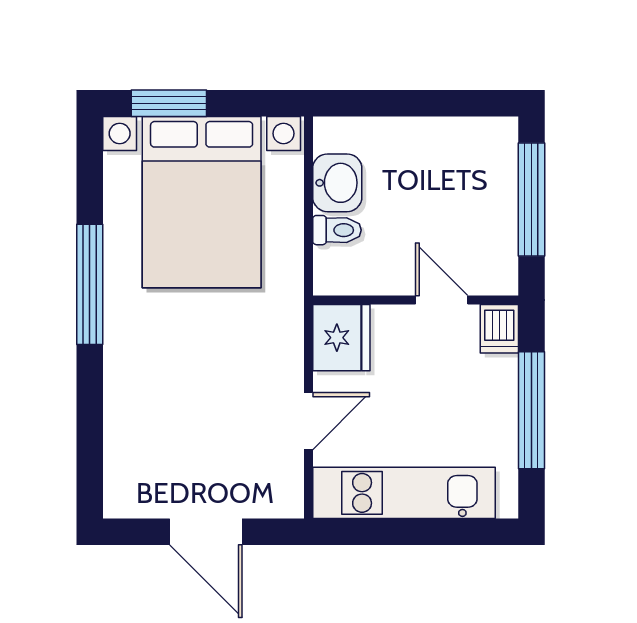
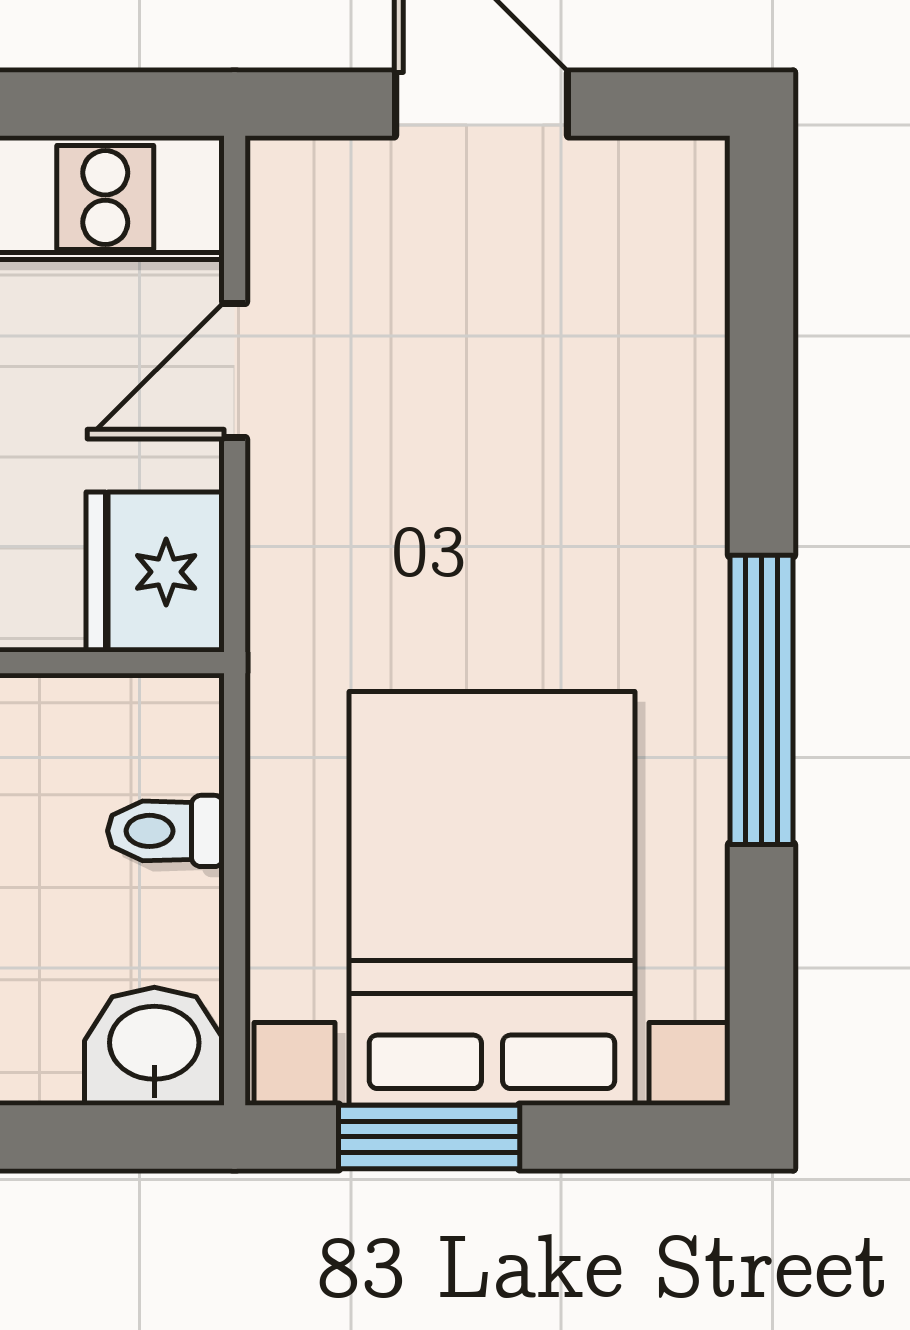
window: (169, 103) -> (429, 1137), moved
washbasin: (337, 183) -> (154, 1046), moved, turned 90

